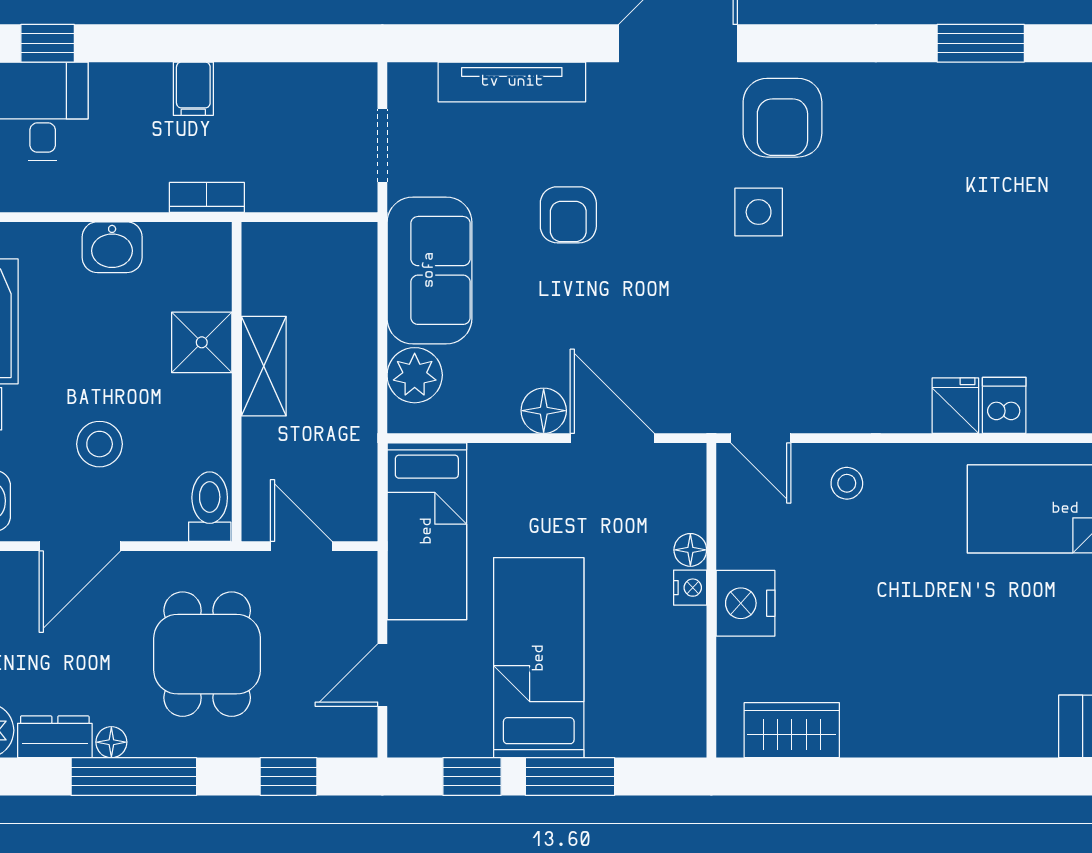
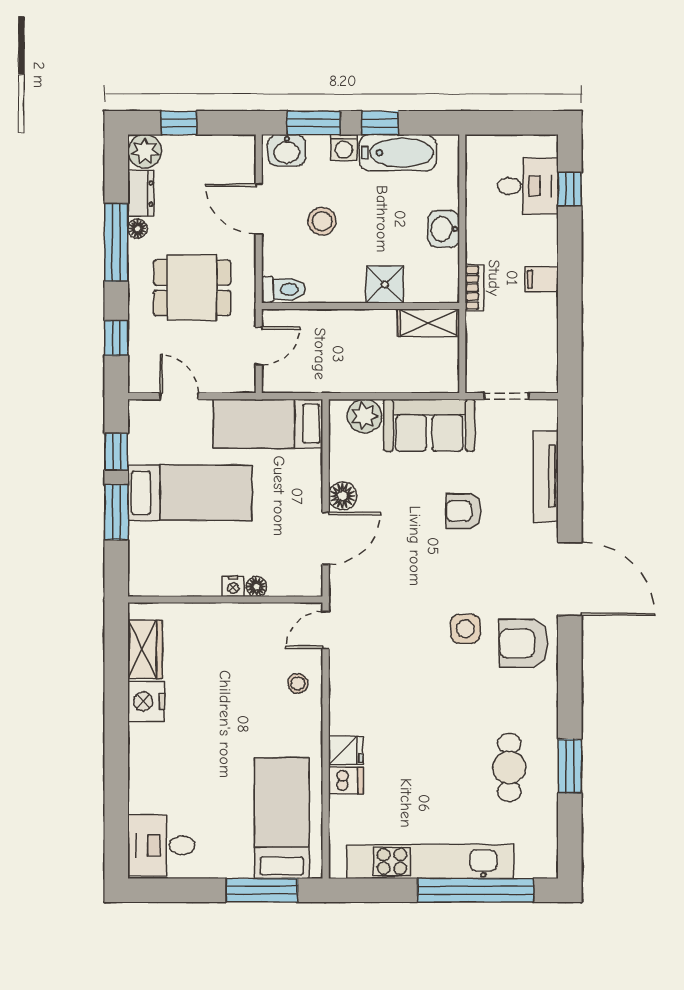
cafe table: (983, 141) -> (509, 767), added
shelving: (264, 366) -> (429, 323), moved
nightstand: (746, 603) -> (146, 701), moved, turned -90

